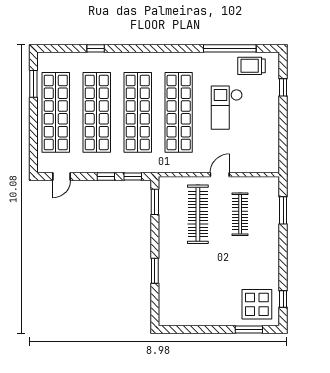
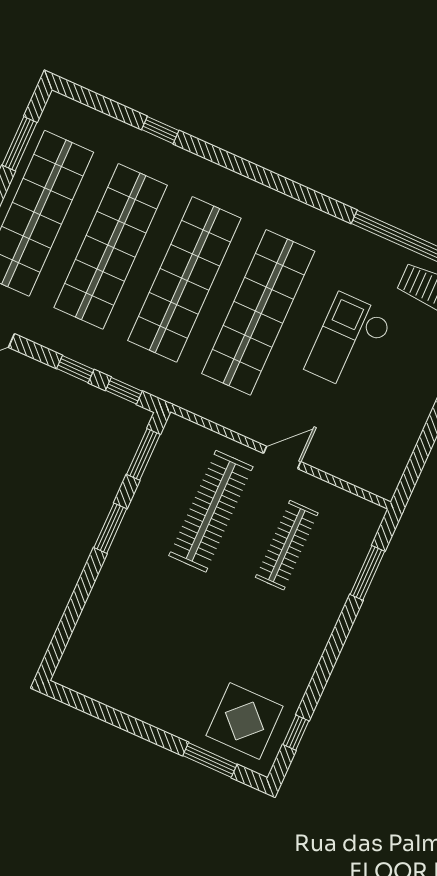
window: (155, 271) -> (110, 528), moved

